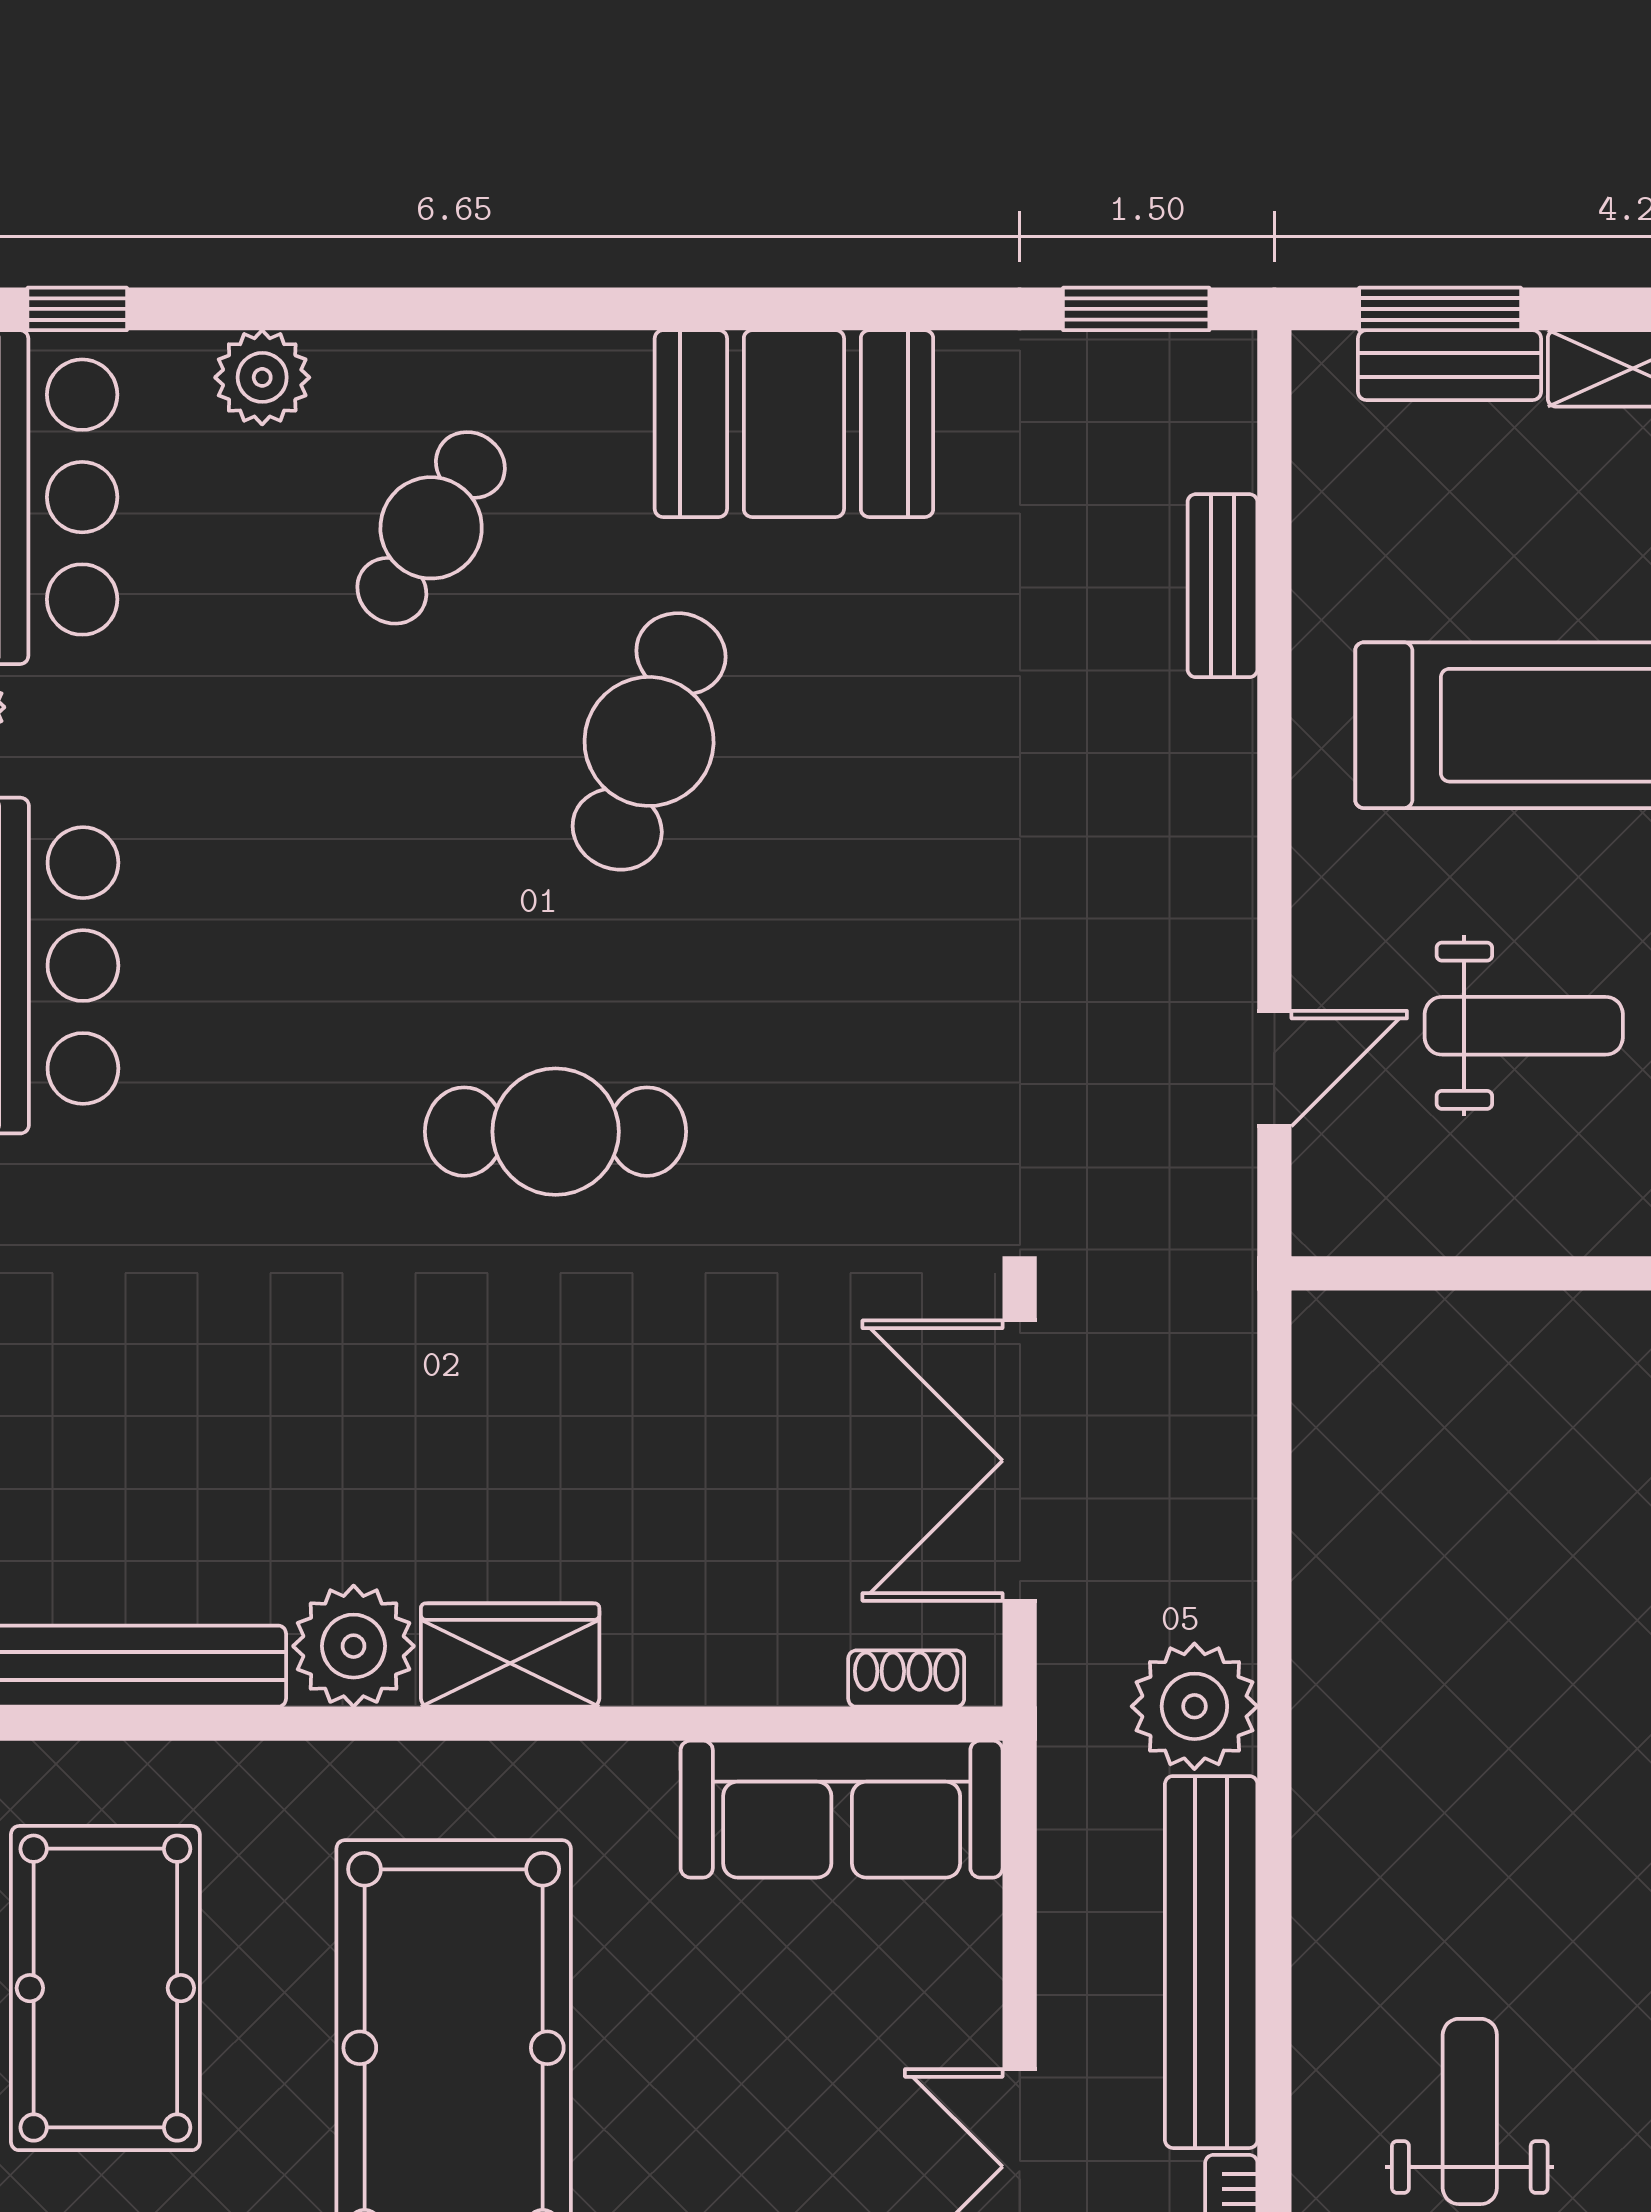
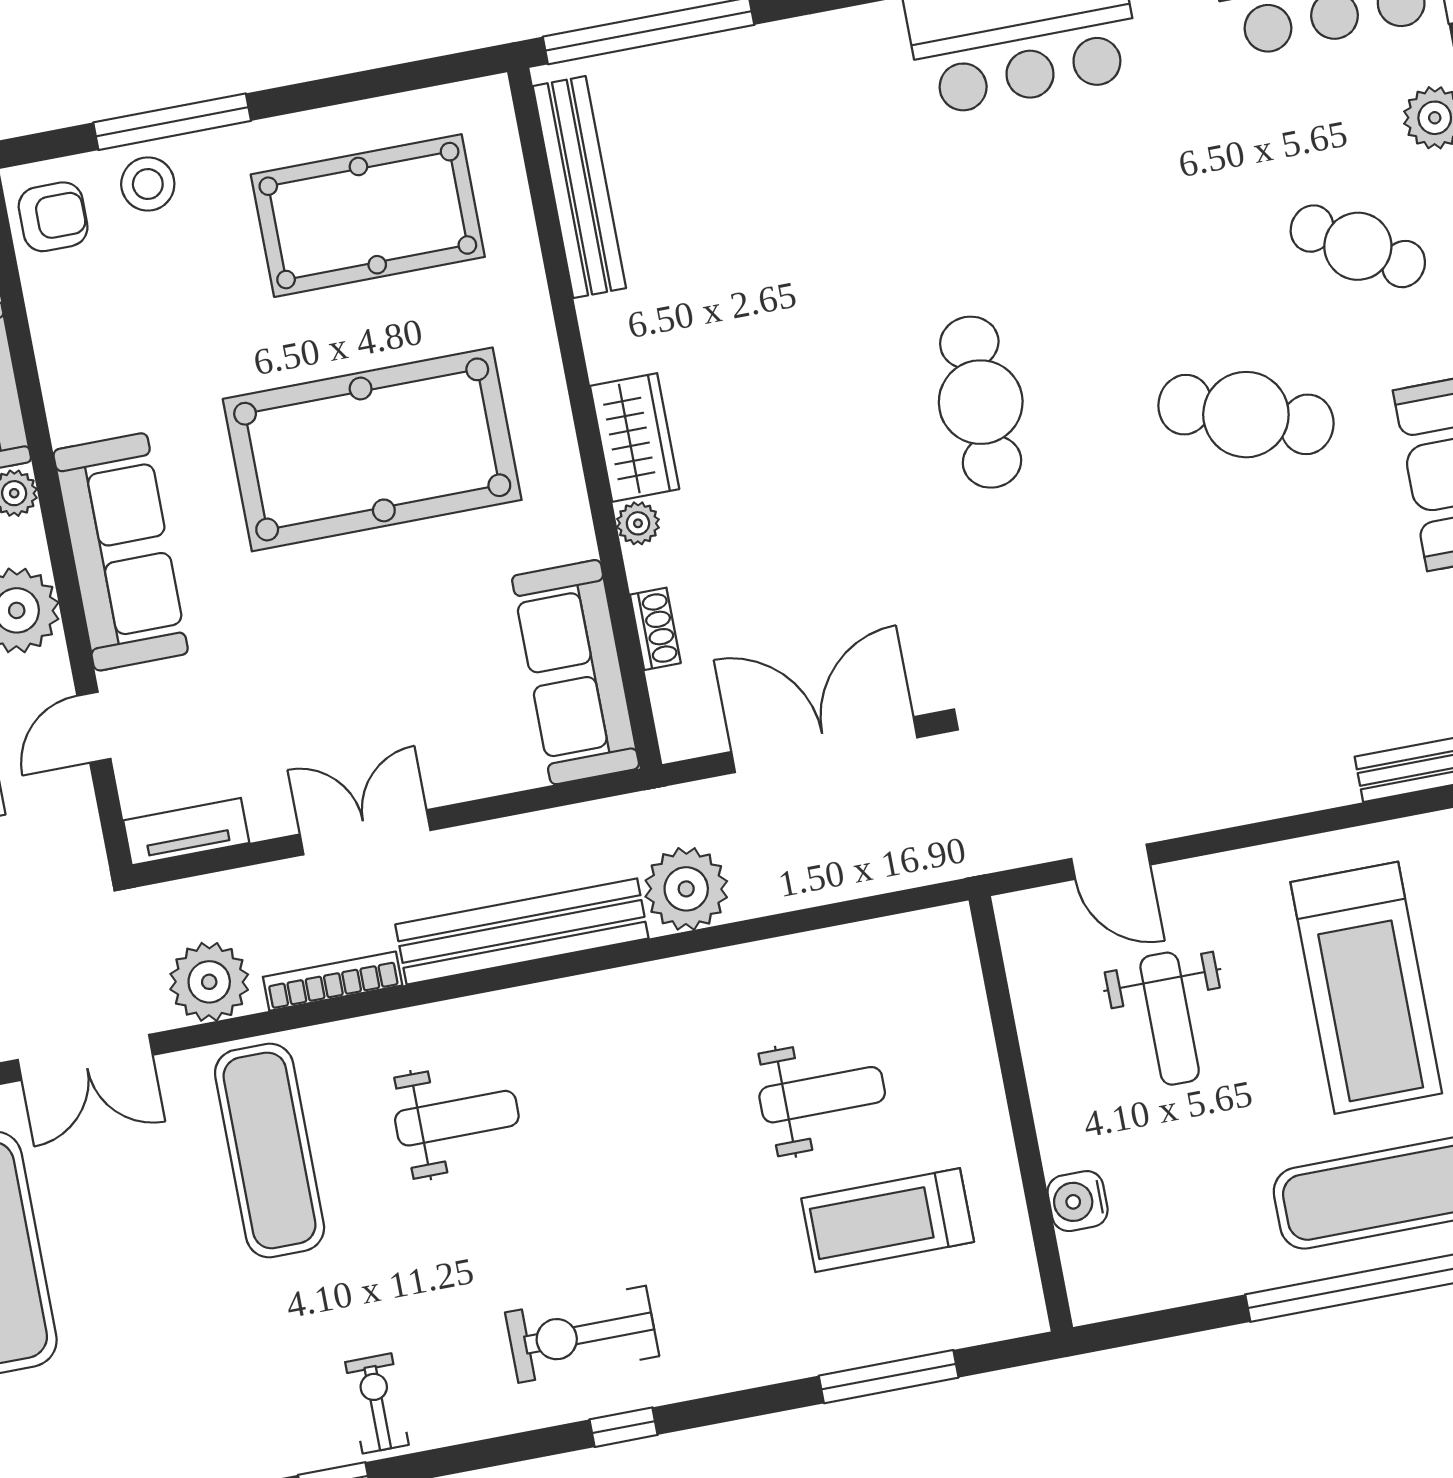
weight bench: (1538, 1563) -> (822, 1095), added
plant: (354, 1646) -> (638, 523), moved, width x0.53, depth x0.53
shoe rack: (906, 1679) -> (655, 629), moved

